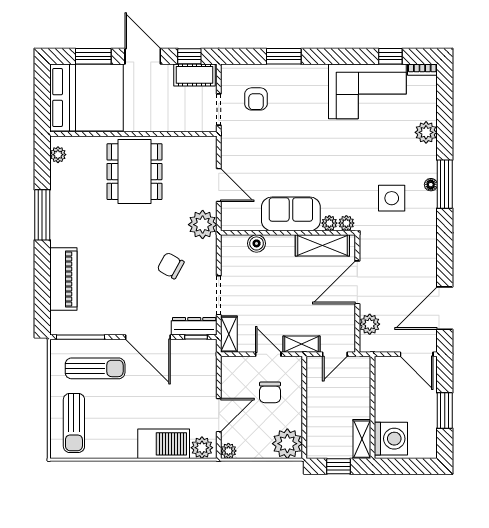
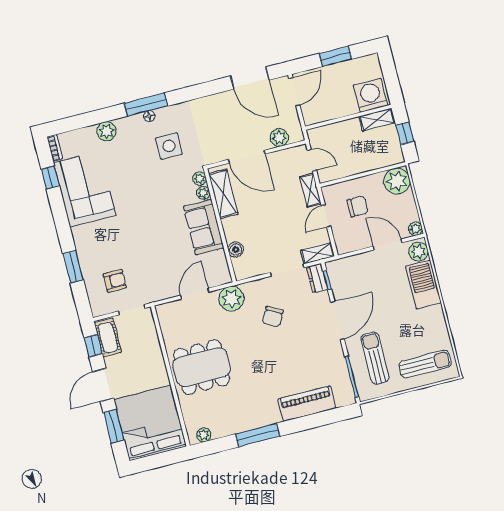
dresser: (194, 326) -> (317, 278), width x0.70

